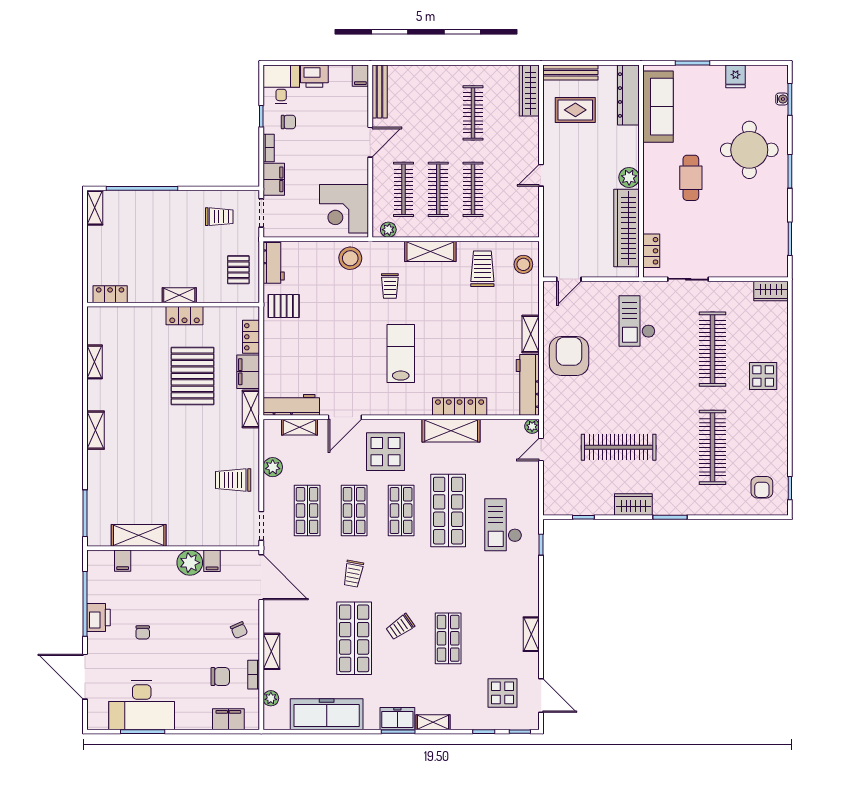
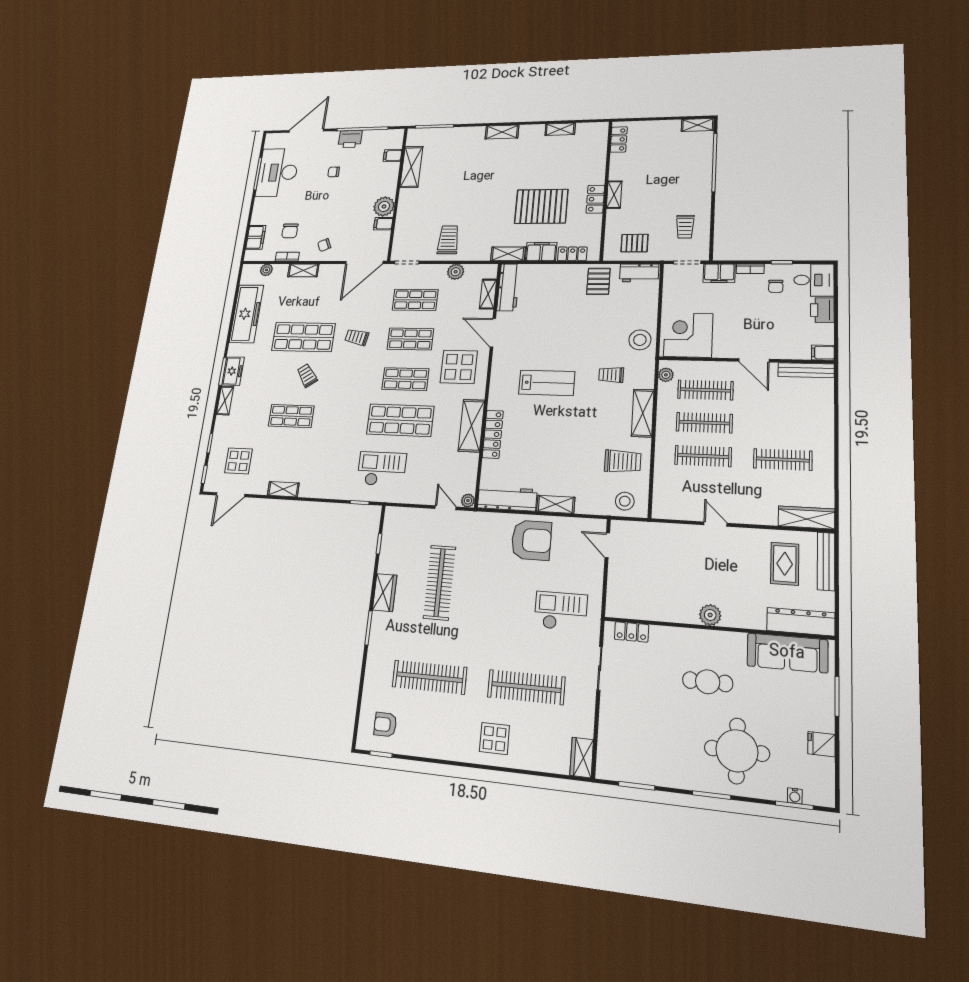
wardrobe: (627, 228) -> (657, 608), removed

